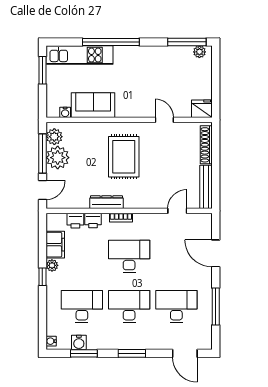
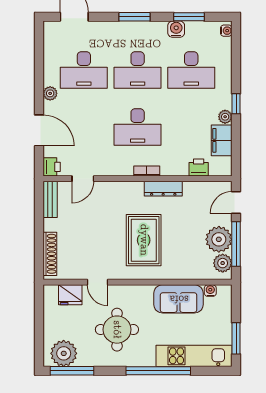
plant: (199, 52) -> (64, 353), width x1.88, depth x1.88
round table: (147, 78) -> (117, 330), added
fridge: (202, 109) -> (70, 295), moved
bench: (206, 187) -> (50, 199), width x0.73
printer: (93, 220) -> (52, 167), moved, turned 90
plant: (206, 286) -> (50, 93), added
window: (216, 307) -> (39, 70), removed
water cooler: (79, 342) -> (176, 29), moved

